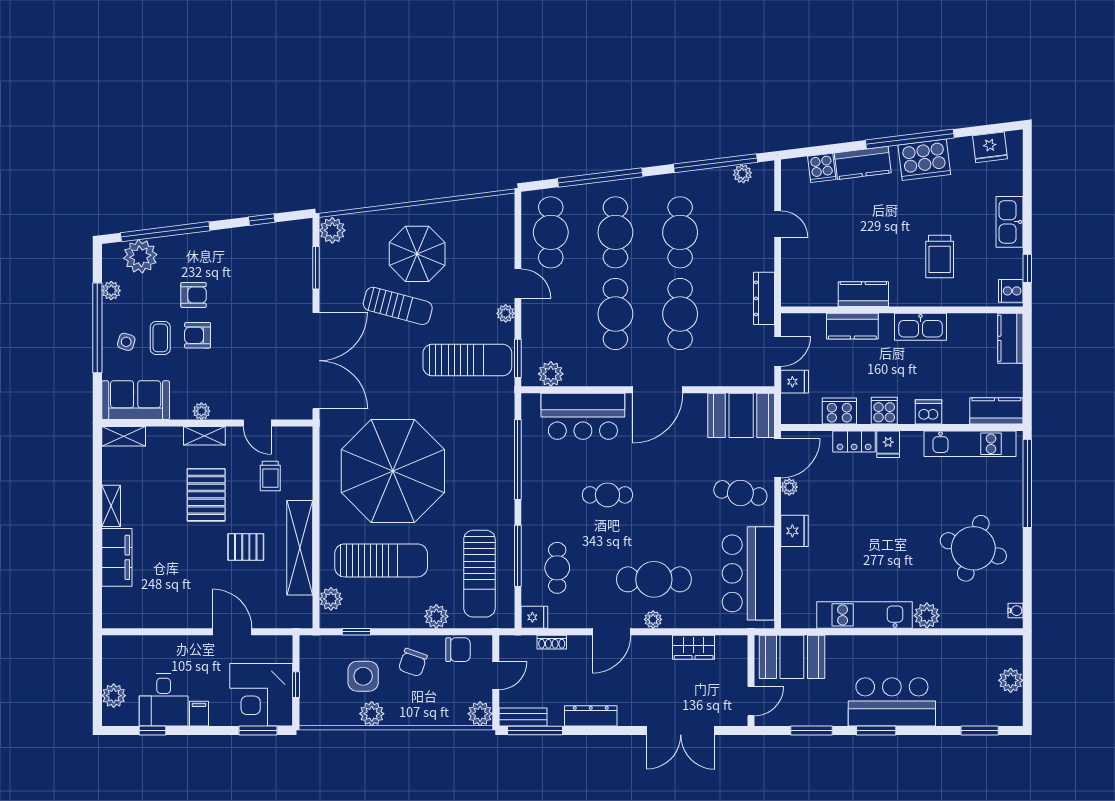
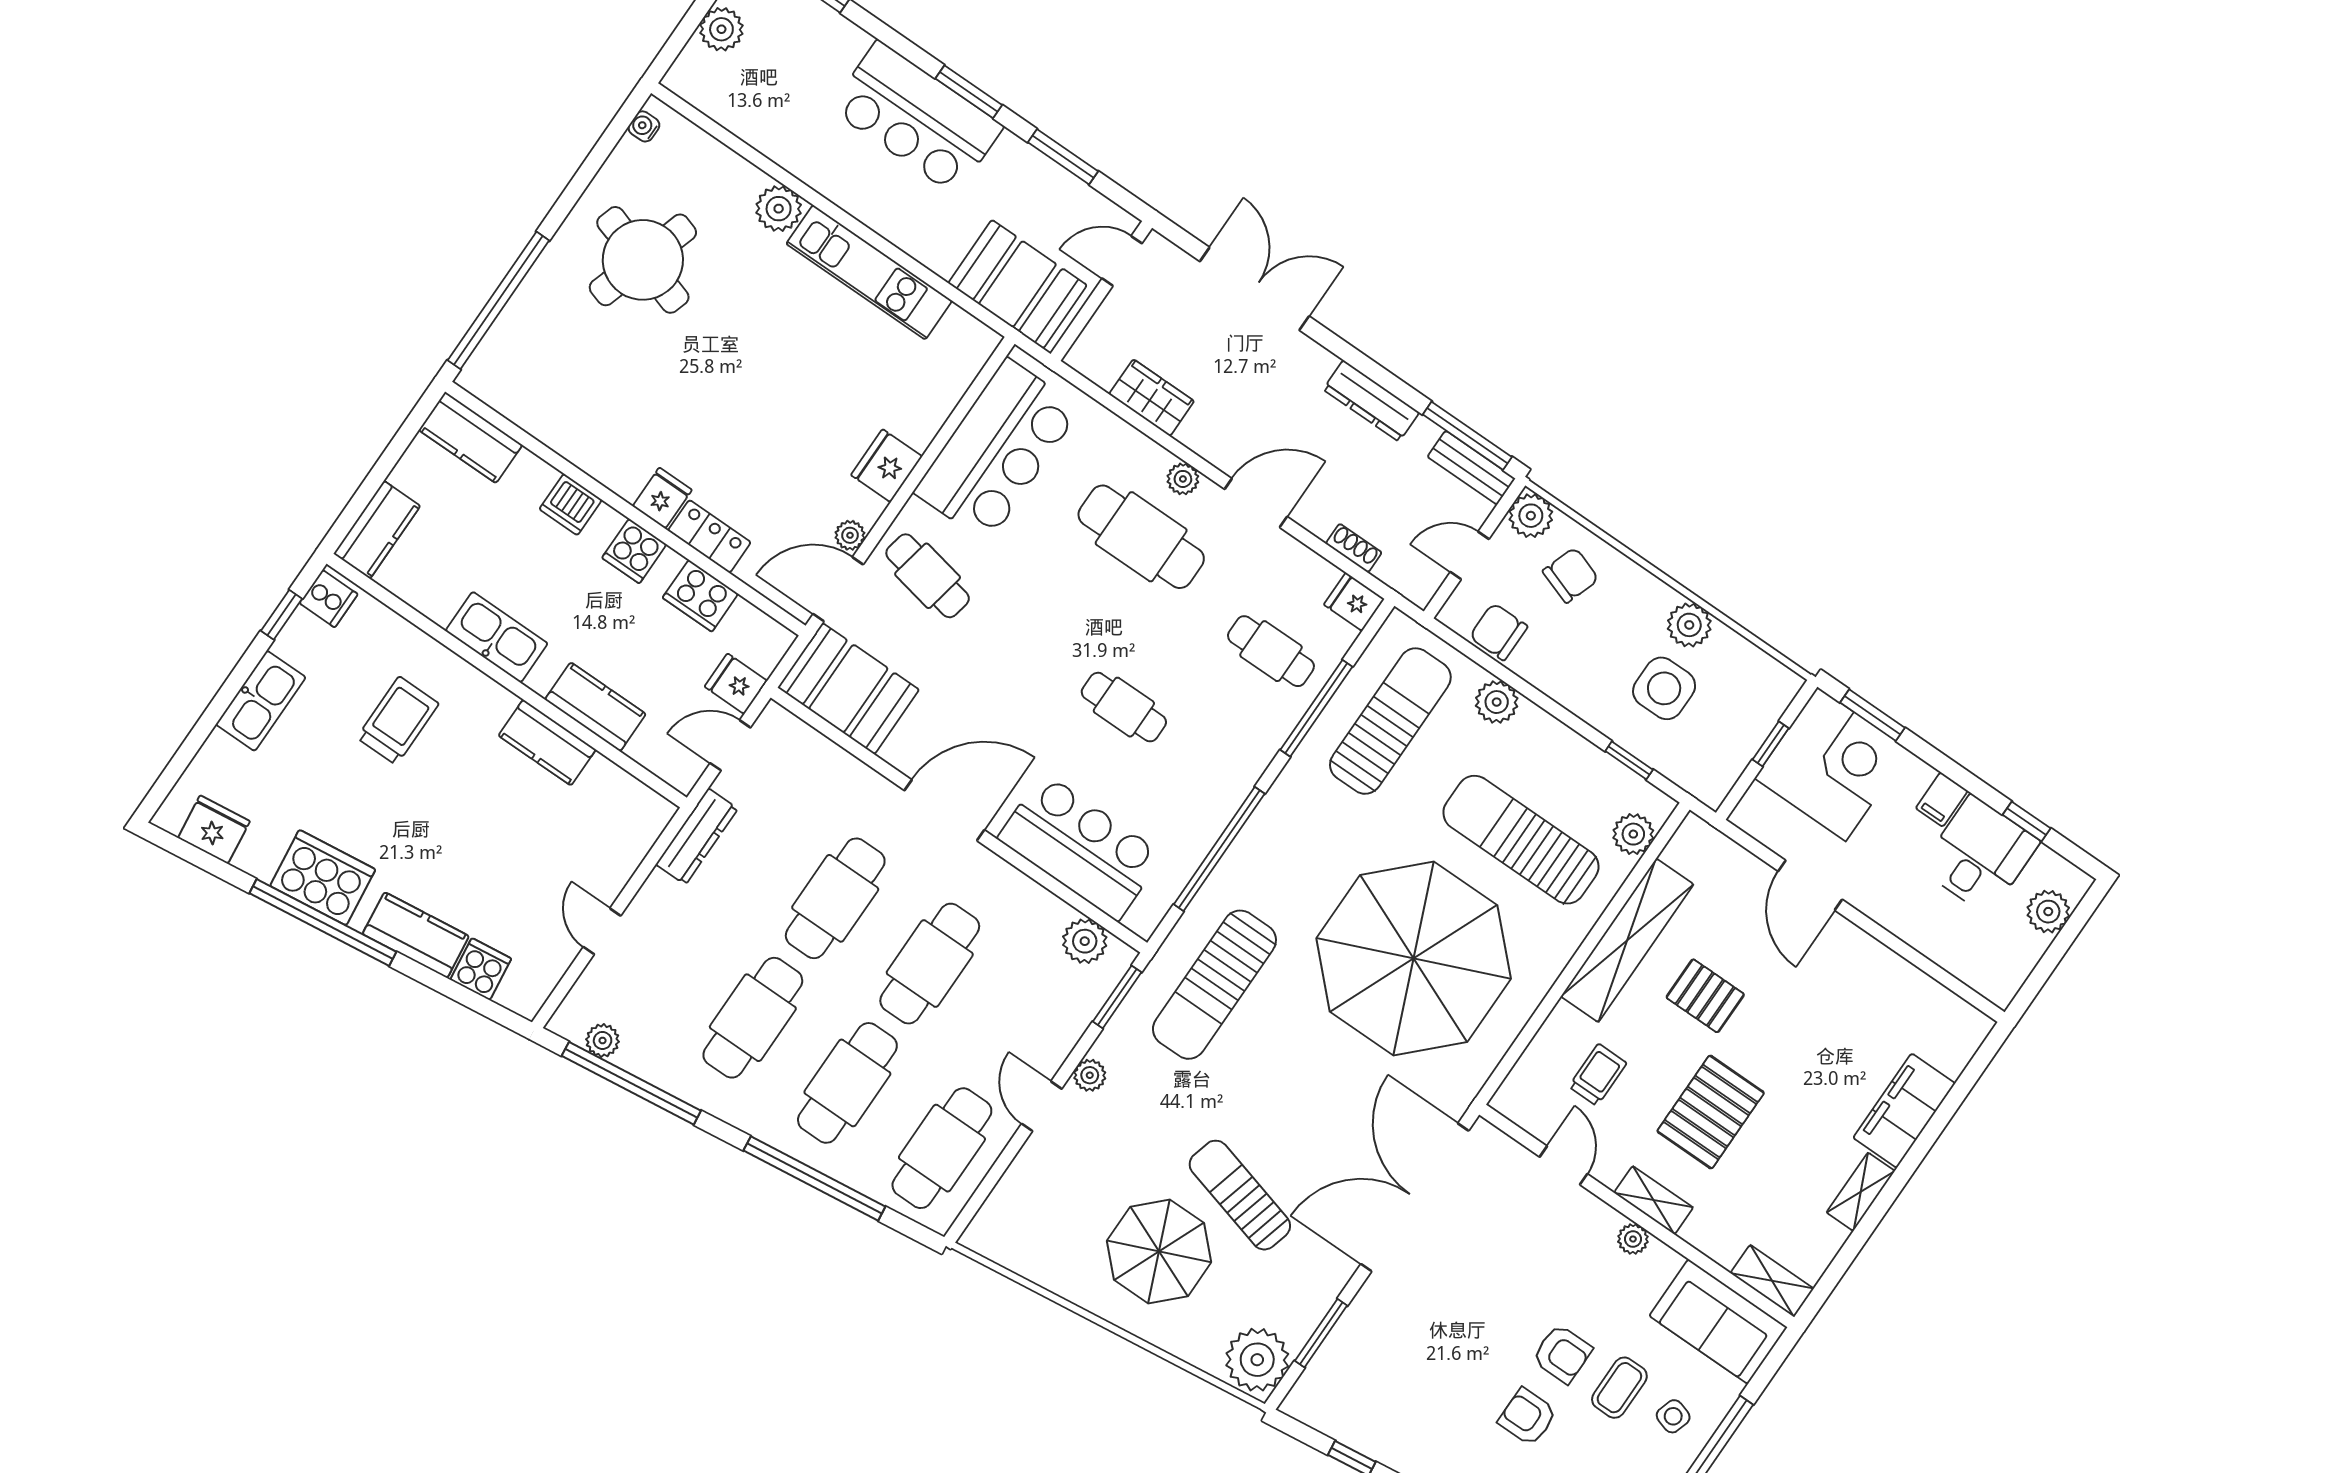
plant: (332, 230) -> (1257, 1360), width x1.36, depth x1.36
sun lounger: (467, 360) -> (1214, 985), moved, turned -90
kitchen unit: (970, 444) -> (542, 416), removed
cafe table: (557, 568) -> (1271, 651), turned 90
chair: (413, 662) -> (1571, 575), moved

